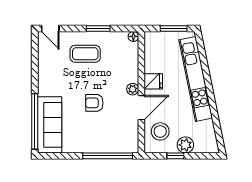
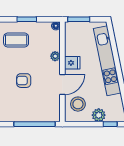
window: (174, 29) -> (79, 19), moved
plant: (133, 89) -> (55, 56), moved
window: (175, 156) -> (110, 124), moved

